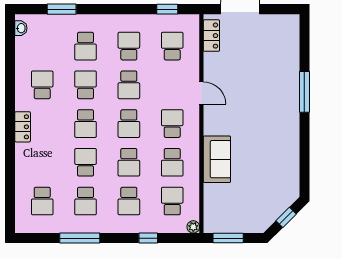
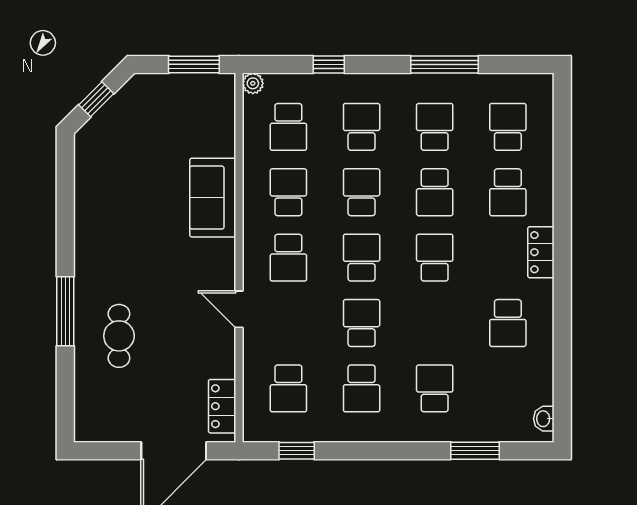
cafe table: (273, 77) -> (119, 336), added
school desk: (86, 85) -> (508, 192), moved

